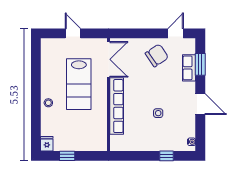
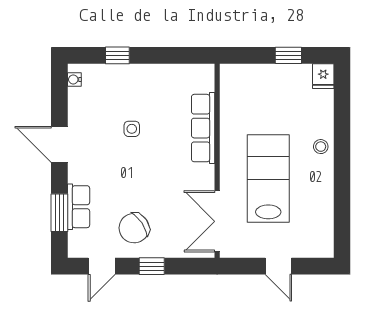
window: (147, 33) -> (152, 266), added
row of seats: (117, 106) -> (203, 128), width x0.73

